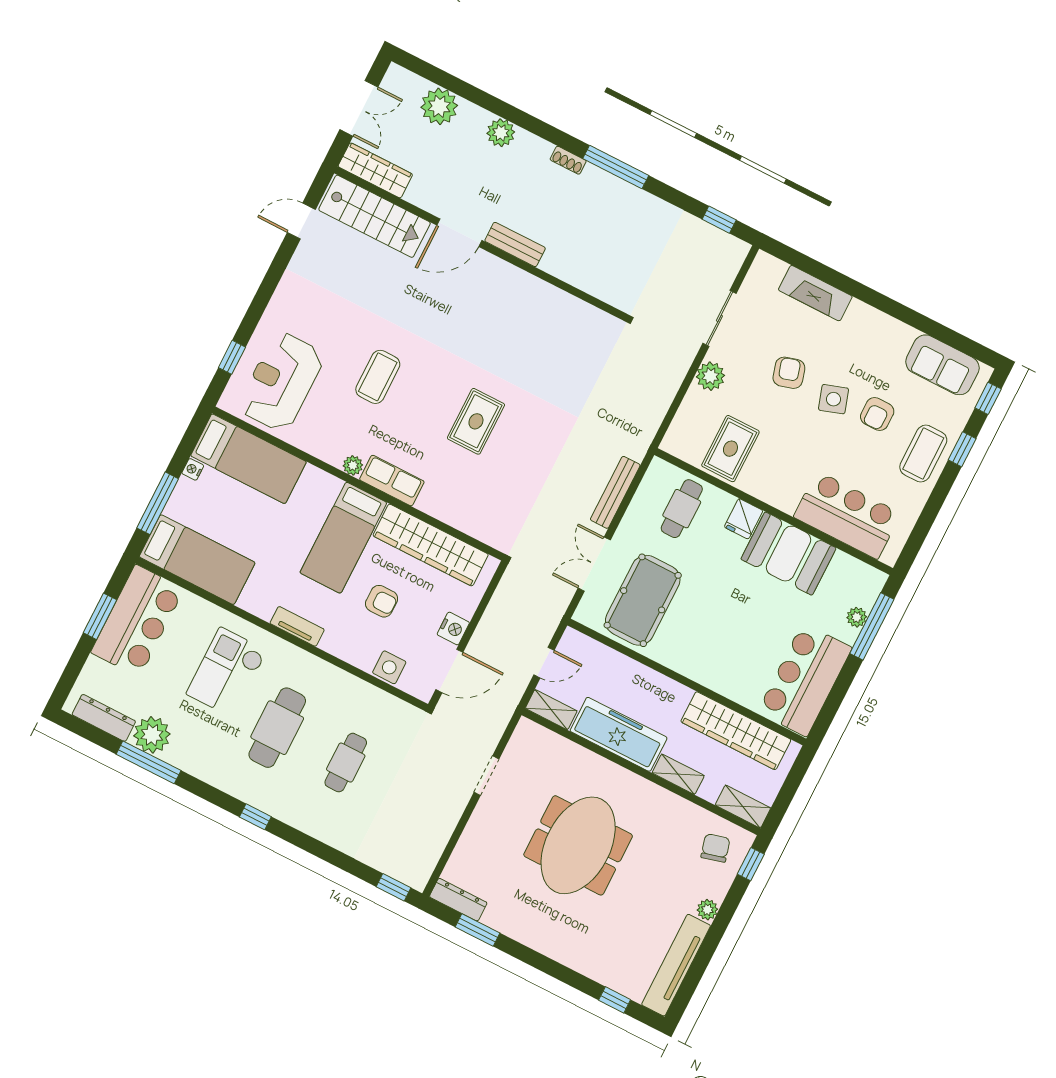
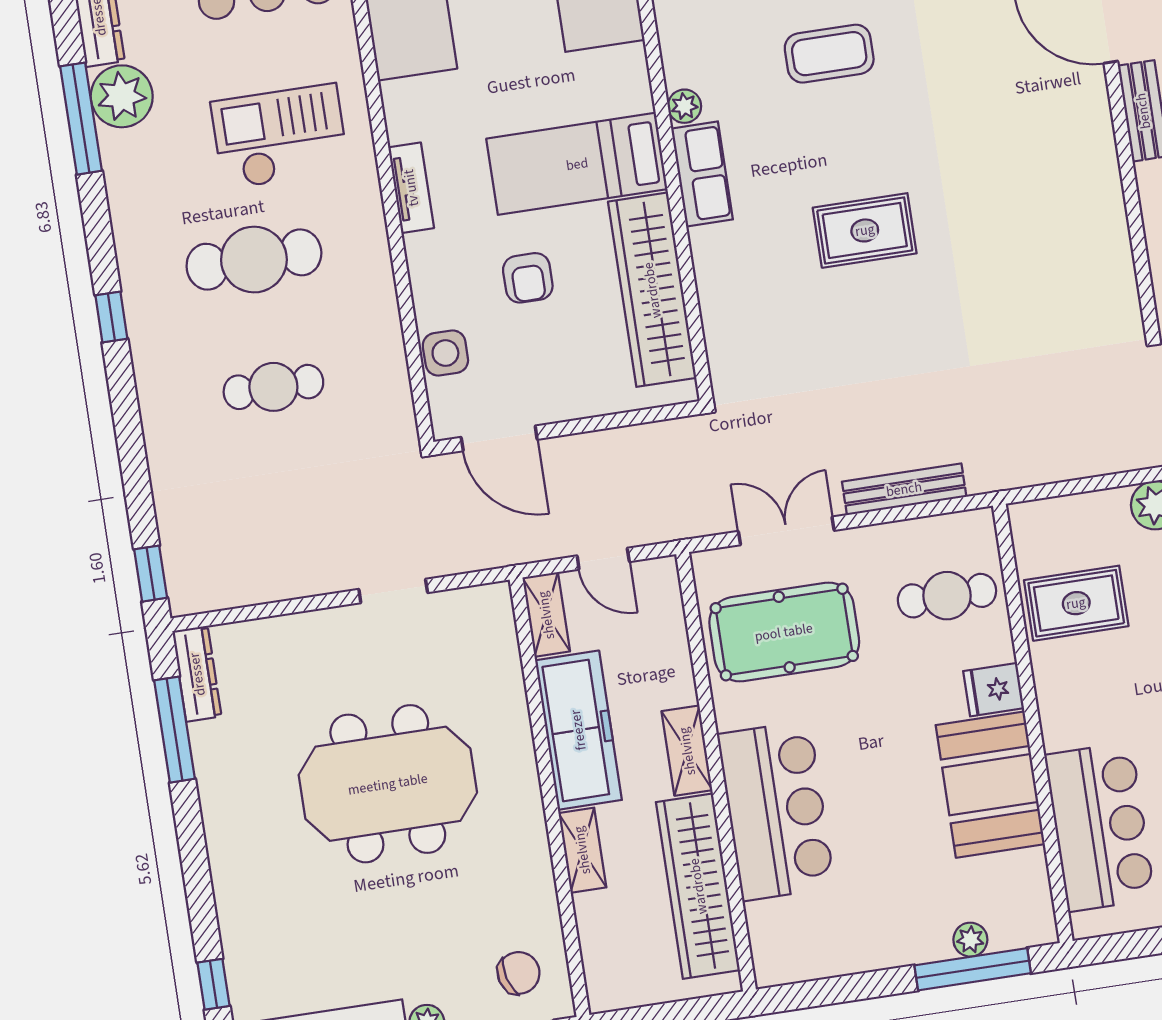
nightstand: (453, 628) -> (561, 402), removed
bar counter: (805, 680) -> (776, 811), moved, turned 90
shelving: (743, 806) -> (687, 751), moved
window: (477, 930) -> (174, 730), width x1.44

